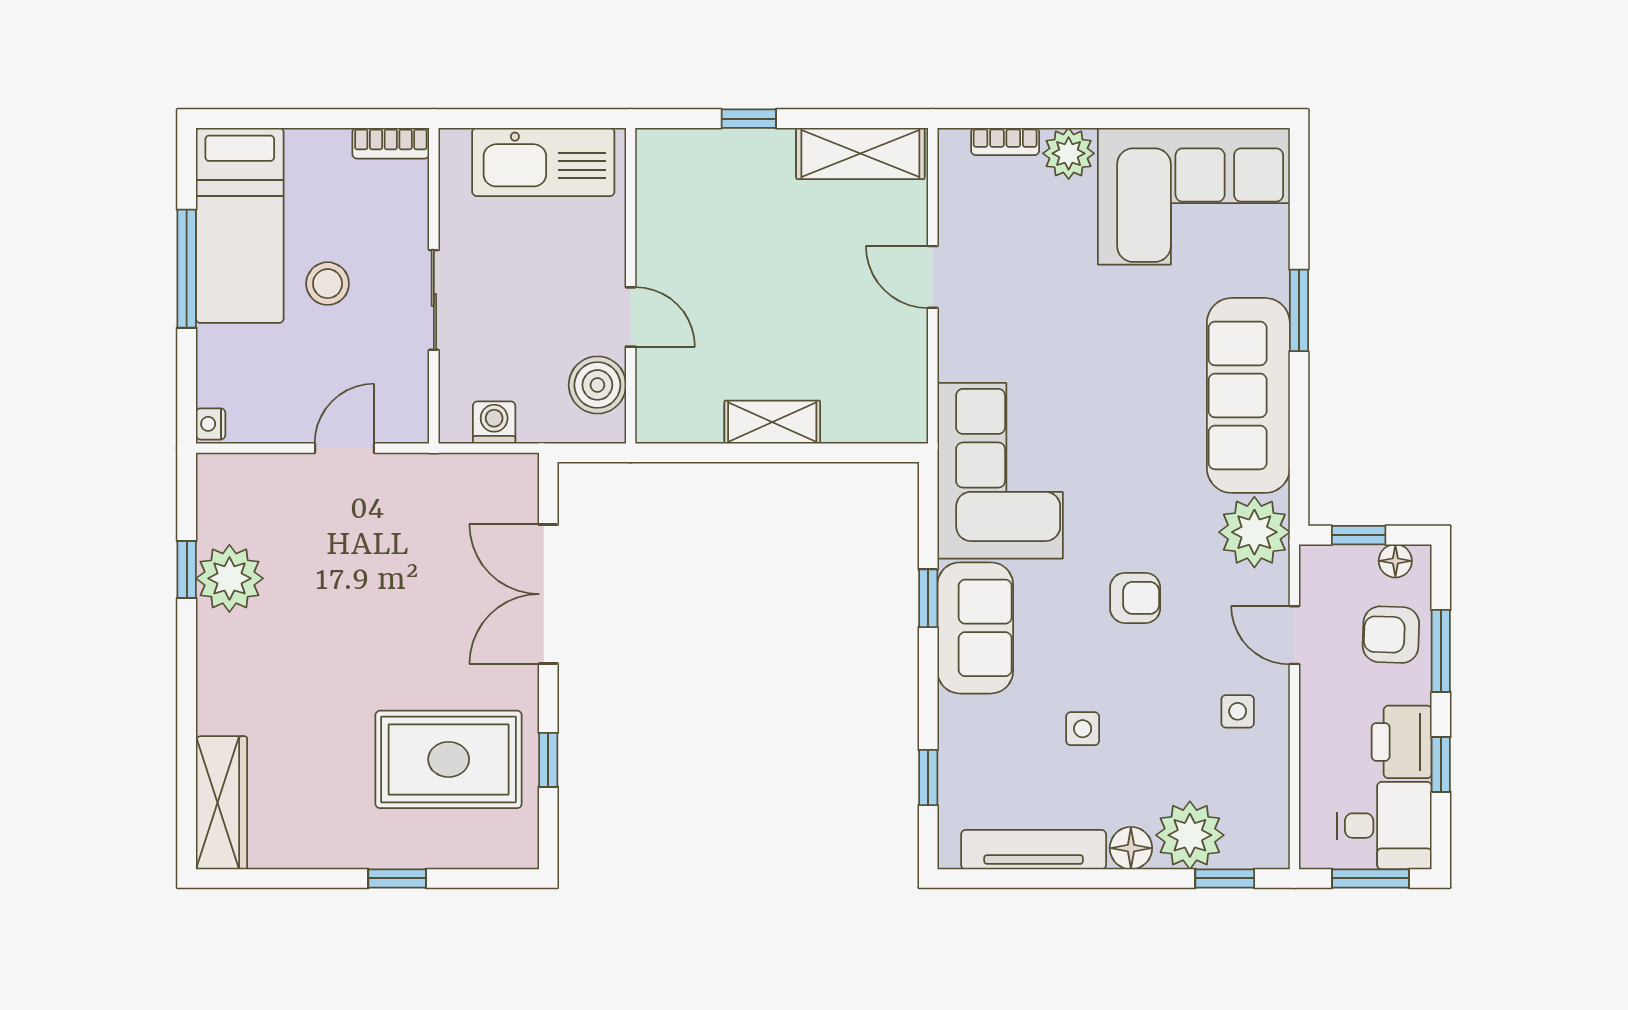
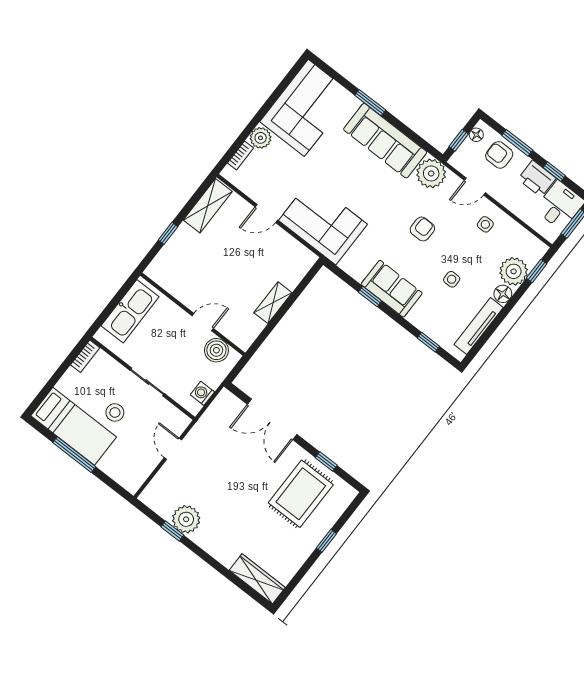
nightstand: (211, 424) -> (131, 486), removed
corner sofa: (1000, 471) -> (323, 222), moved
armchair: (1391, 635) -> (499, 155), turned 88

